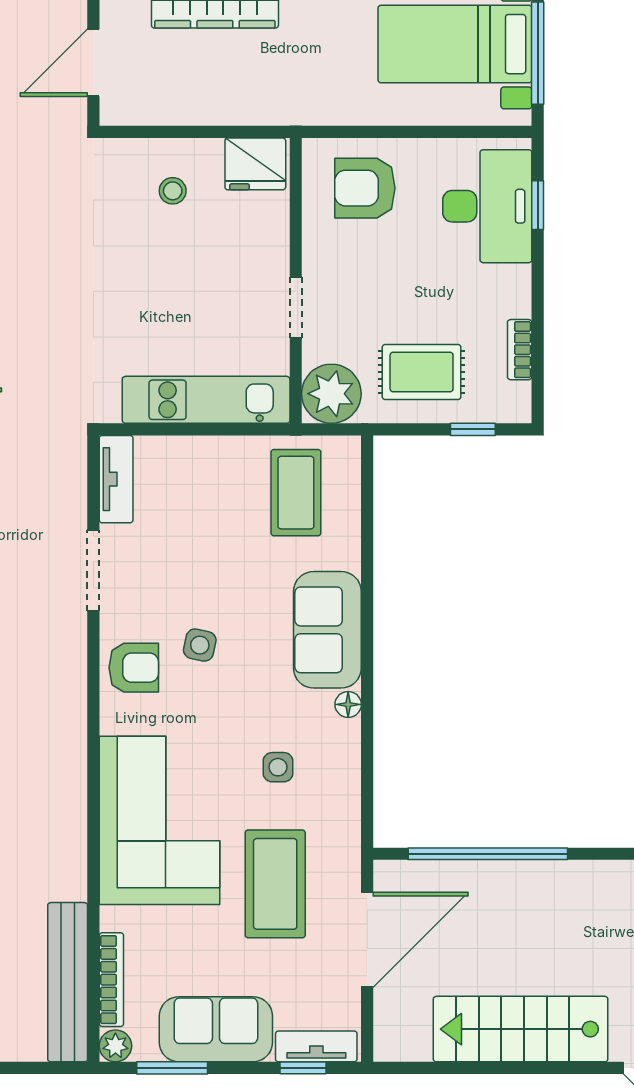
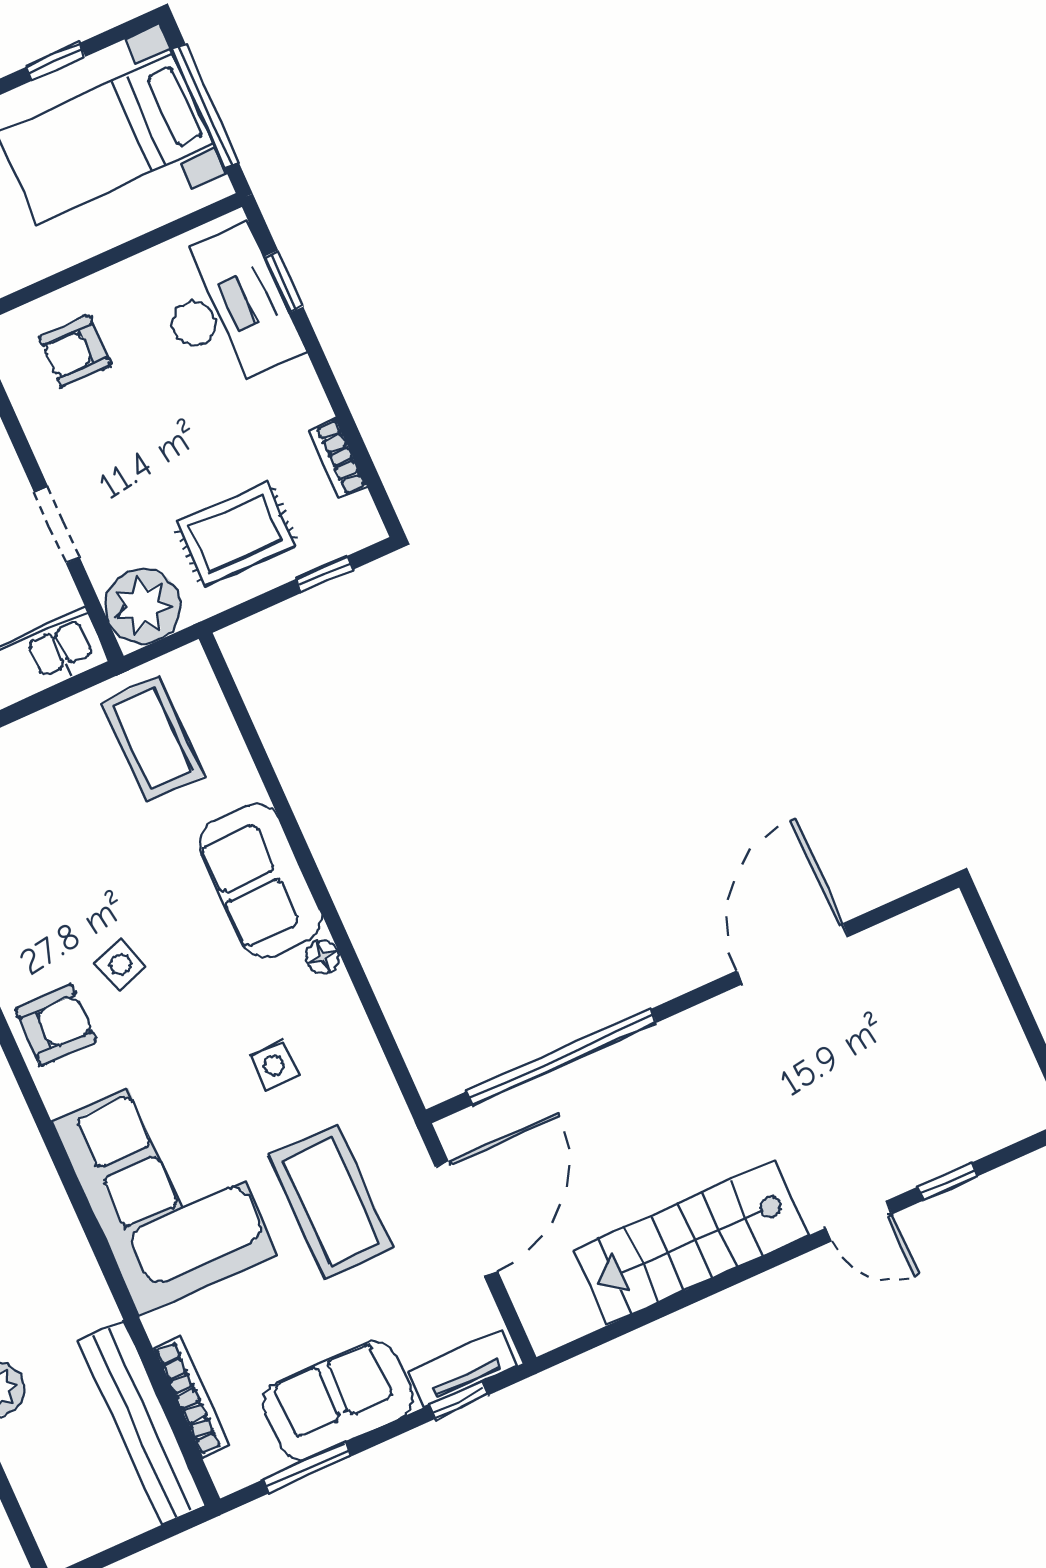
armchair: (365, 188) -> (75, 351), width x0.72, depth x0.72
side table: (200, 645) -> (121, 965), turned -30
plant: (115, 1046) -> (230, 1472), removed

